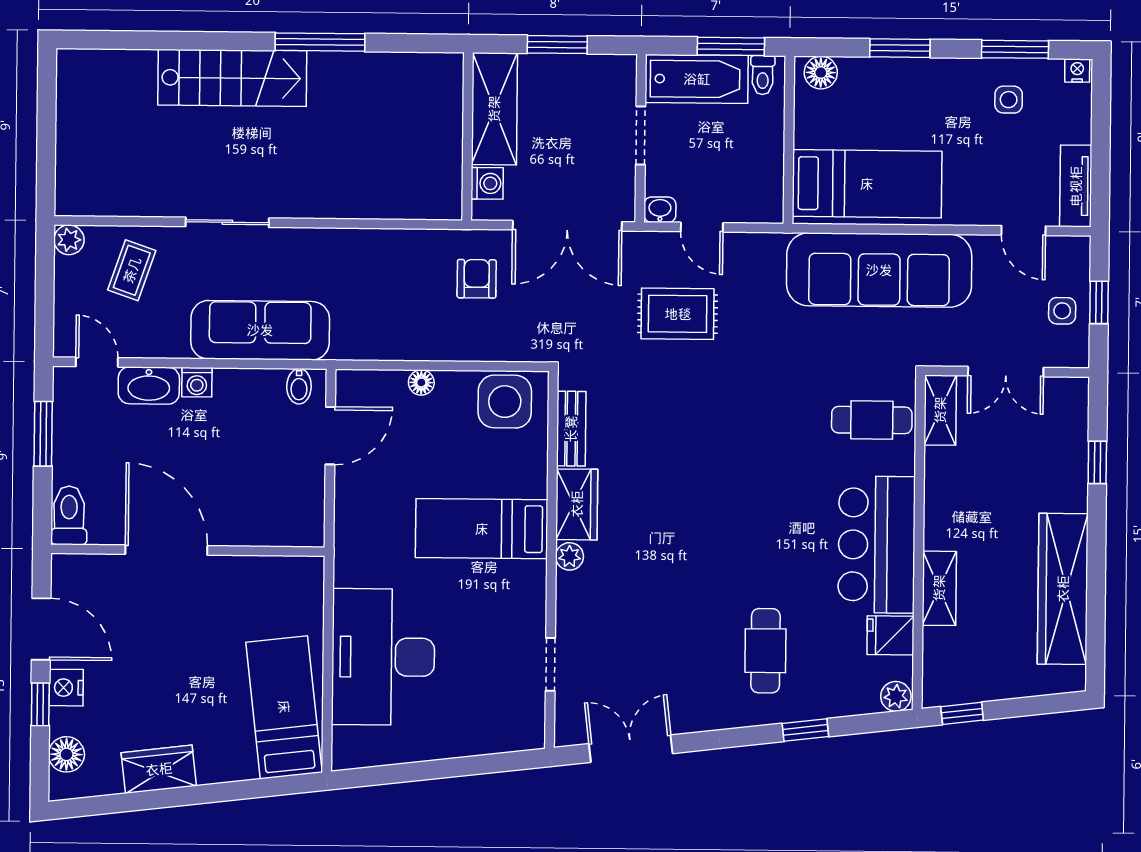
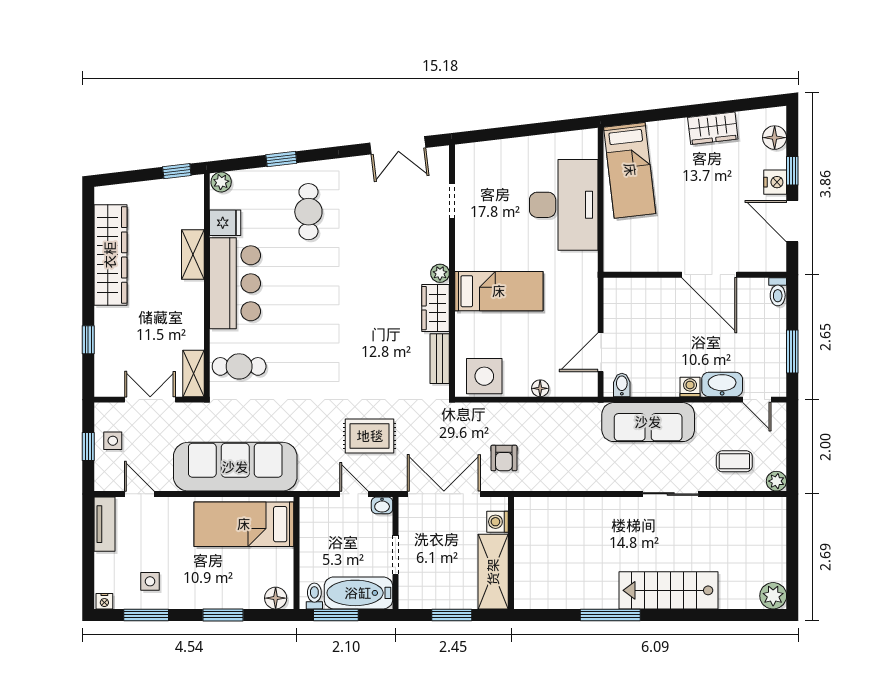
plant: (76, 68) -> (773, 596), added
coffee table: (132, 270) -> (734, 461), turned 71
toilet: (69, 515) -> (778, 292), width x0.73, depth x0.72

